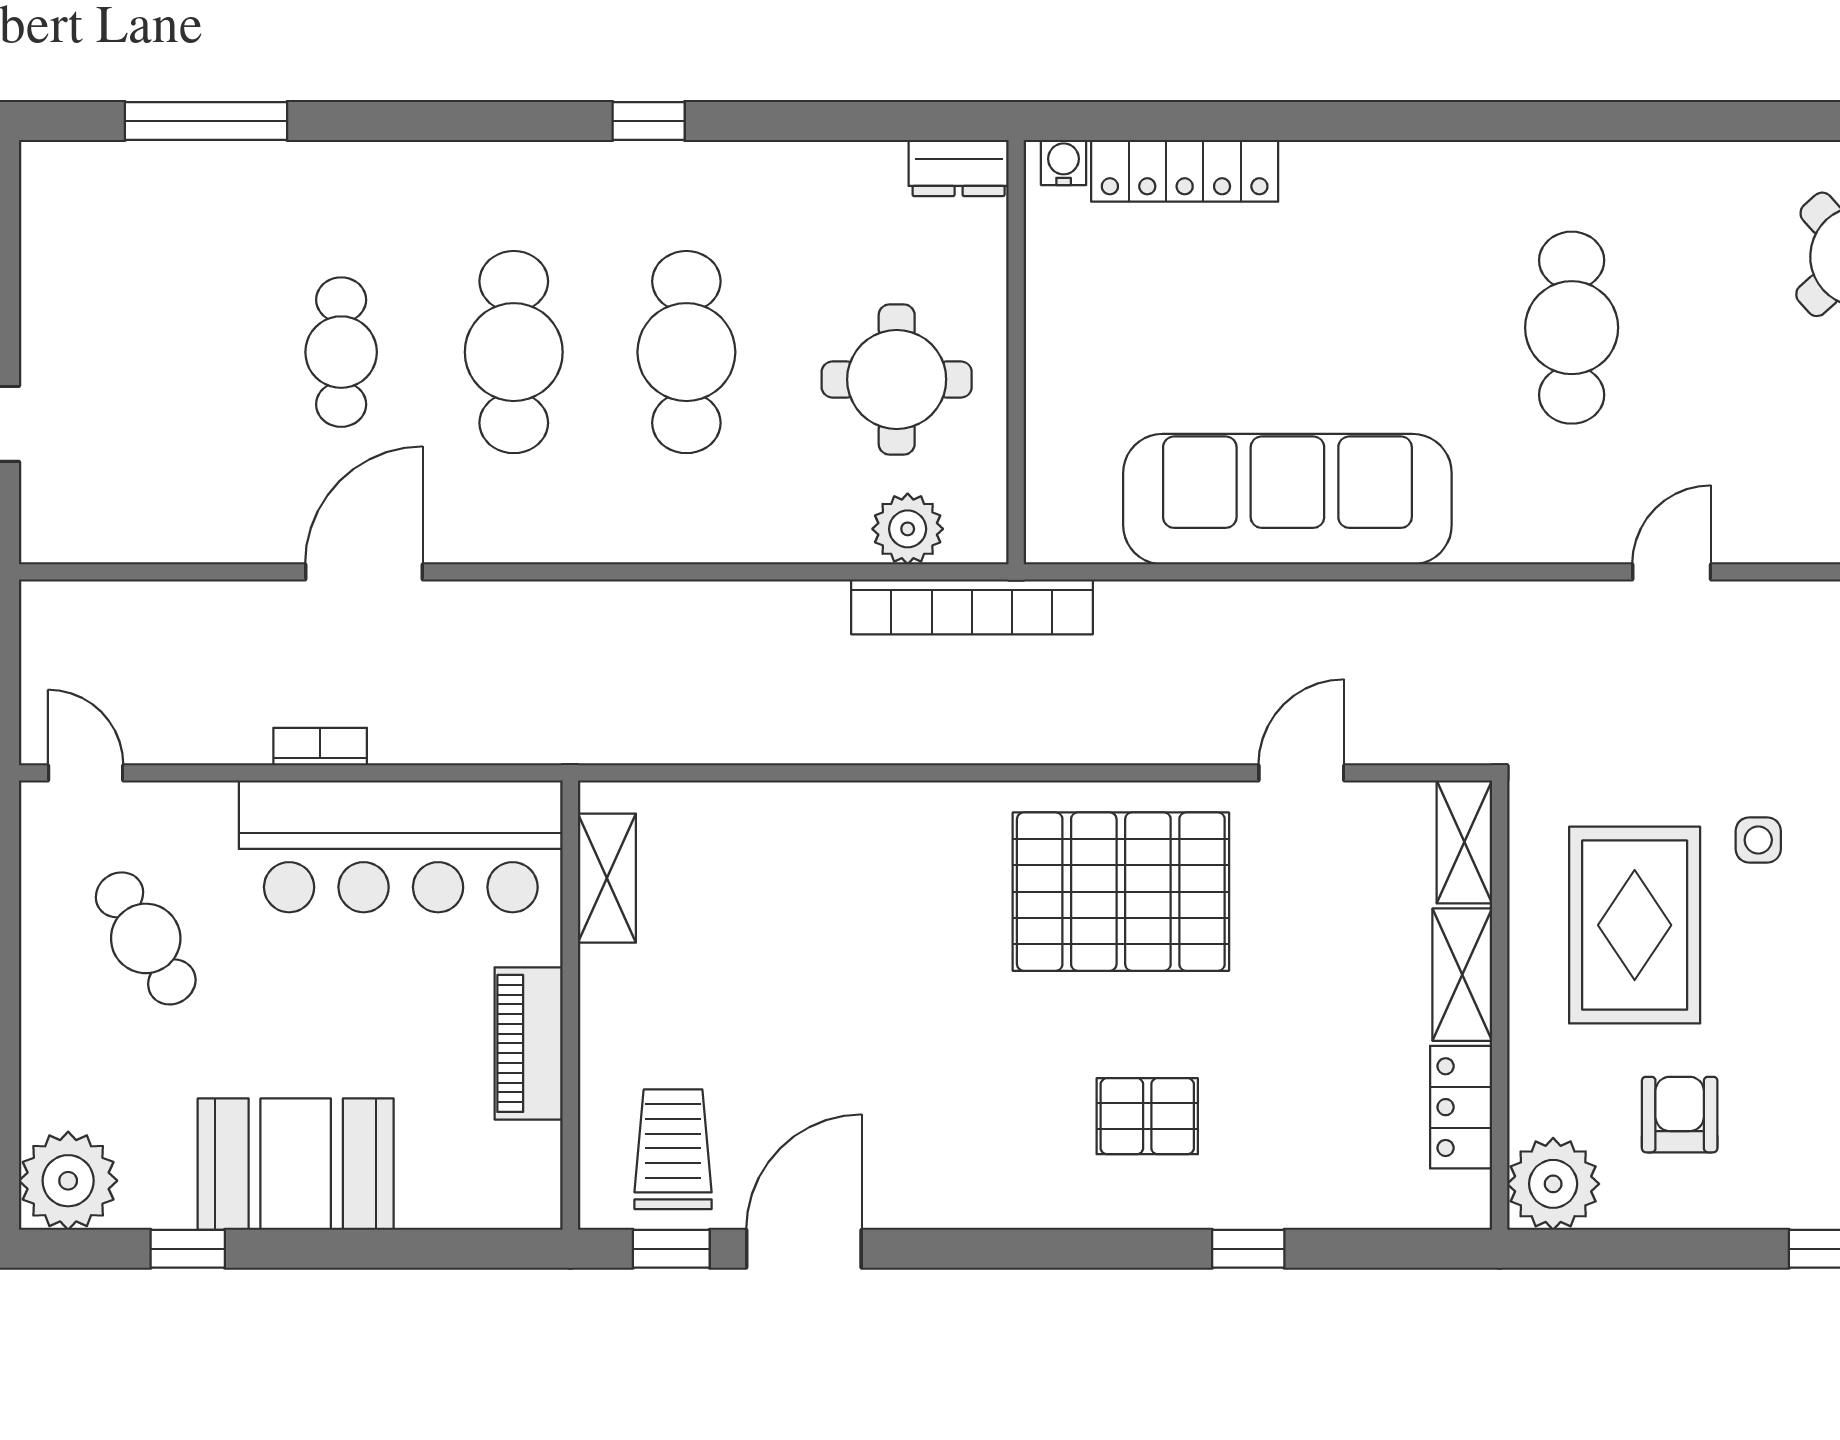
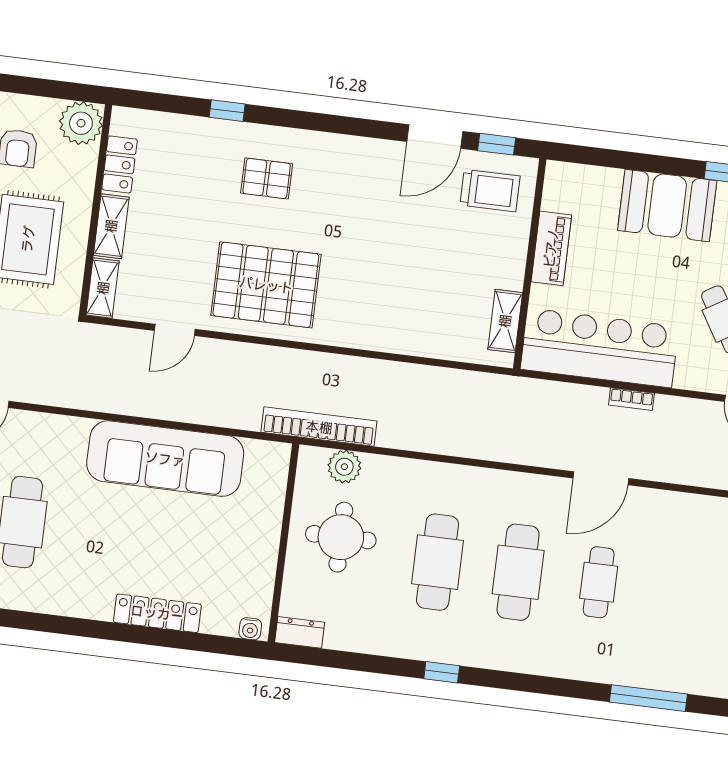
locker: (1185, 171) -> (157, 613), moved
trolley: (673, 1149) -> (490, 191), turned -90

